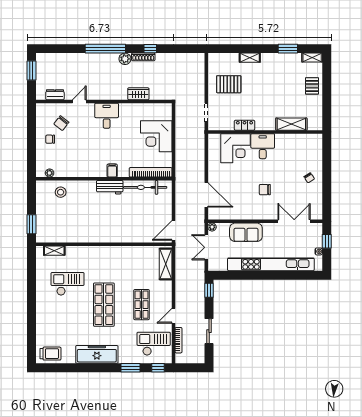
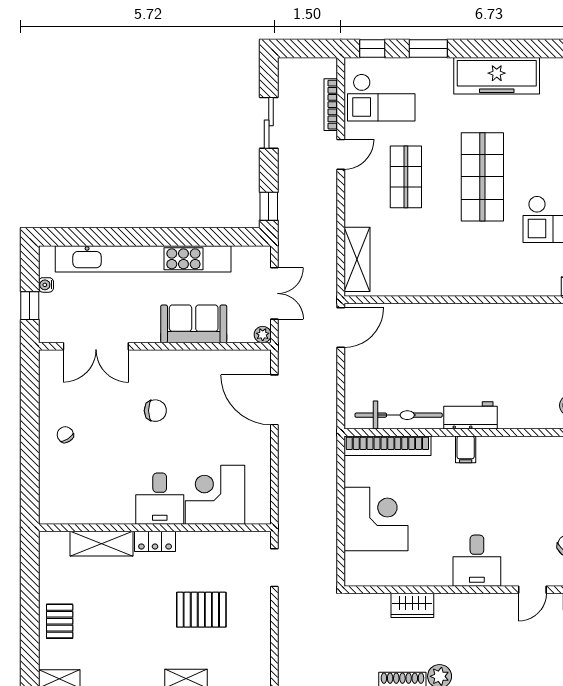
pallet: (229, 84) -> (201, 610), moved
locker: (244, 125) -> (155, 541), moved

